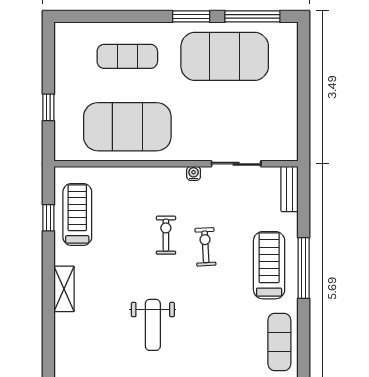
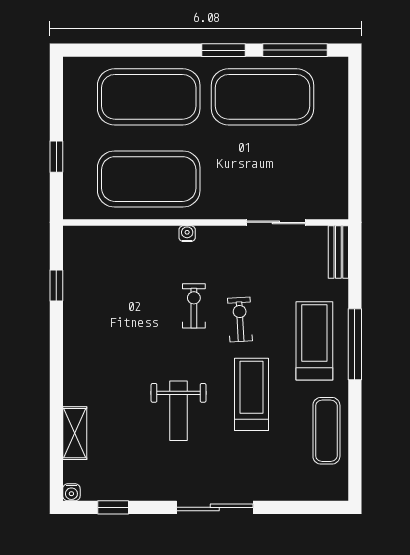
exercise mat: (127, 56) -> (149, 97), width x2.00, depth x1.45
water cooler: (194, 173) -> (187, 234), moved
treadmill: (77, 215) -> (252, 394), moved
shelving: (64, 289) -> (75, 433), moved

